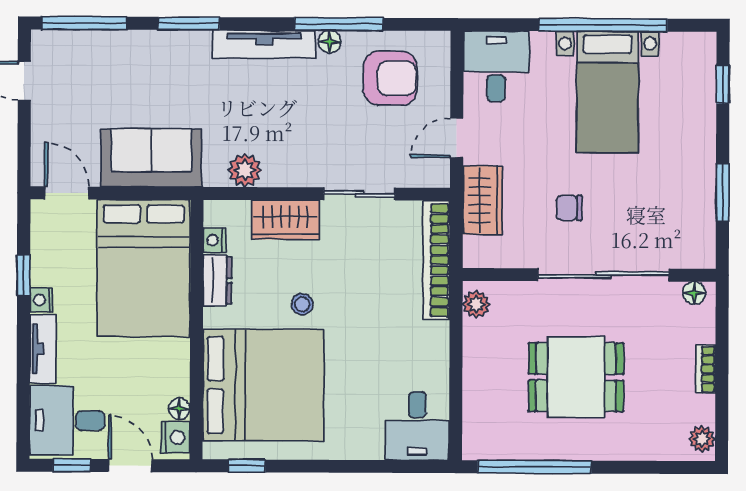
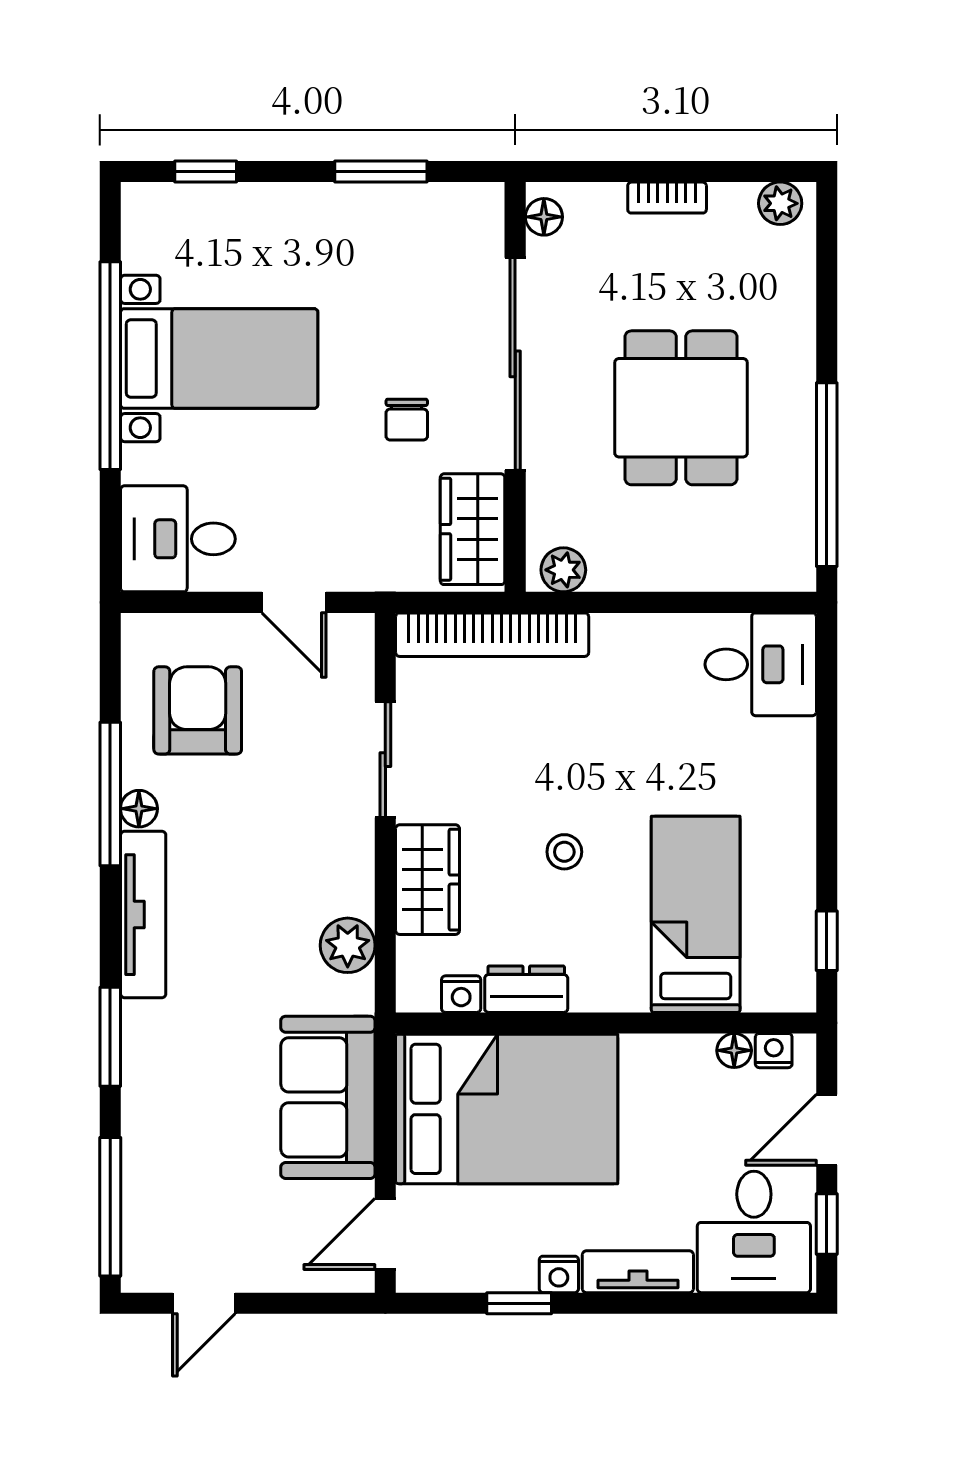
wardrobe: (483, 200) -> (473, 529), moved, turned -90
bed: (263, 385) -> (696, 914), width x0.49
nightstand: (175, 437) -> (774, 1051), width x0.72, depth x0.74

